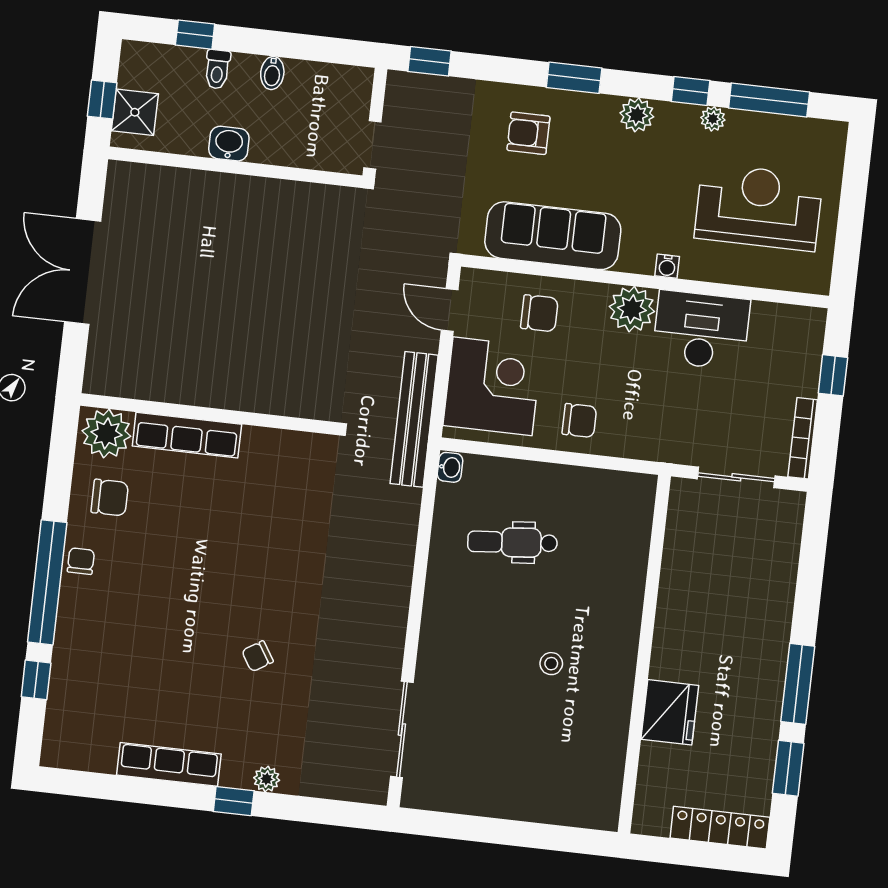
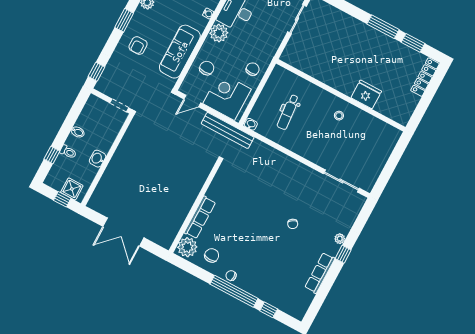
wall: (644, 654) -> (341, 95), moved
fridge: (670, 712) -> (366, 94), moved

